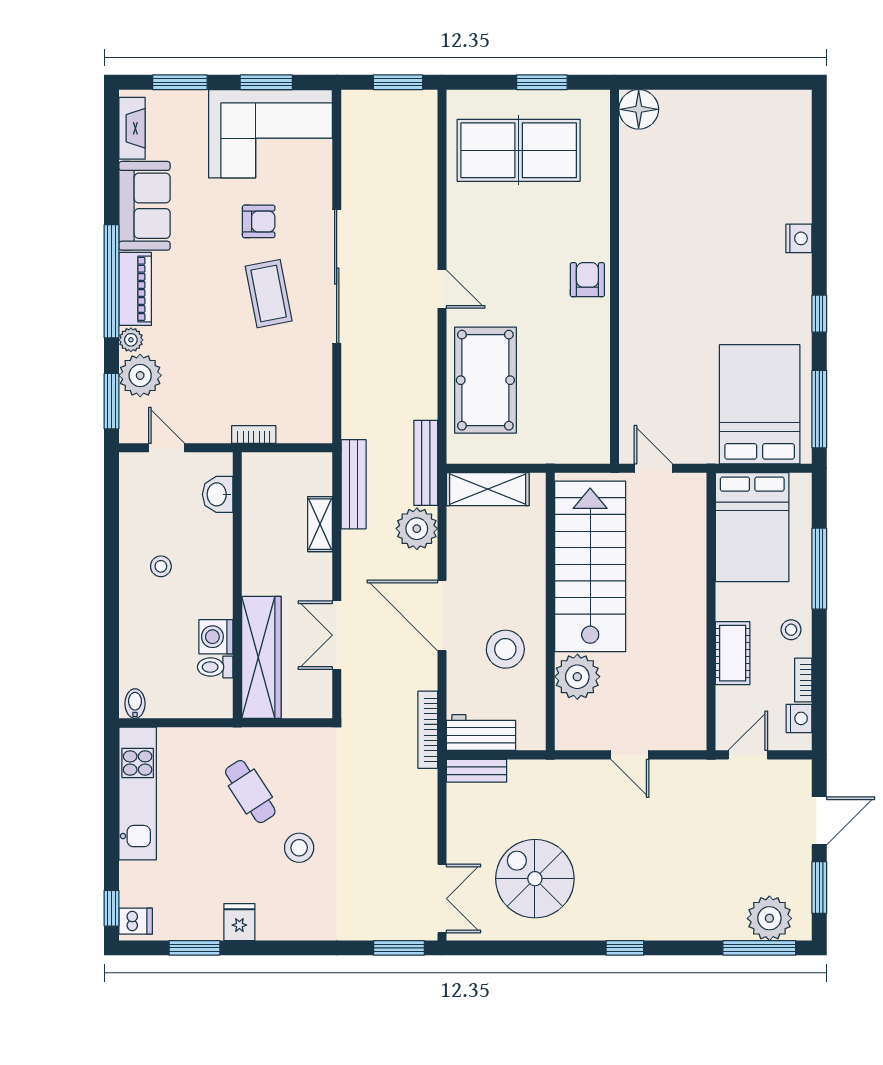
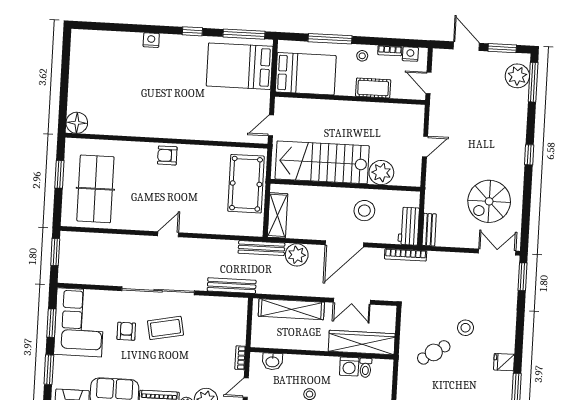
pool table: (485, 380) -> (246, 184), moved, turned 90
bookcase: (254, 435) -> (240, 358), moved
bench: (354, 484) -> (232, 286), moved
shelving: (320, 524) -> (291, 309), width x2.20, depth x1.33

